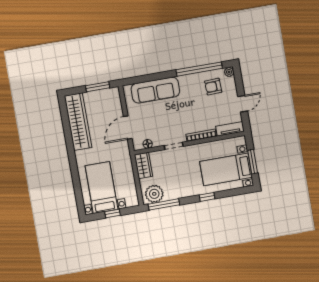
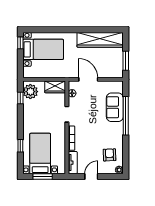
window: (199, 69) -> (126, 116), moved
sofa: (155, 90) -> (115, 107), width x0.73
door: (243, 104) -> (91, 176), swing flipped
window: (207, 197) -> (20, 146), moved
window: (164, 204) -> (20, 98), width x0.46
window: (113, 213) -> (20, 43), moved

